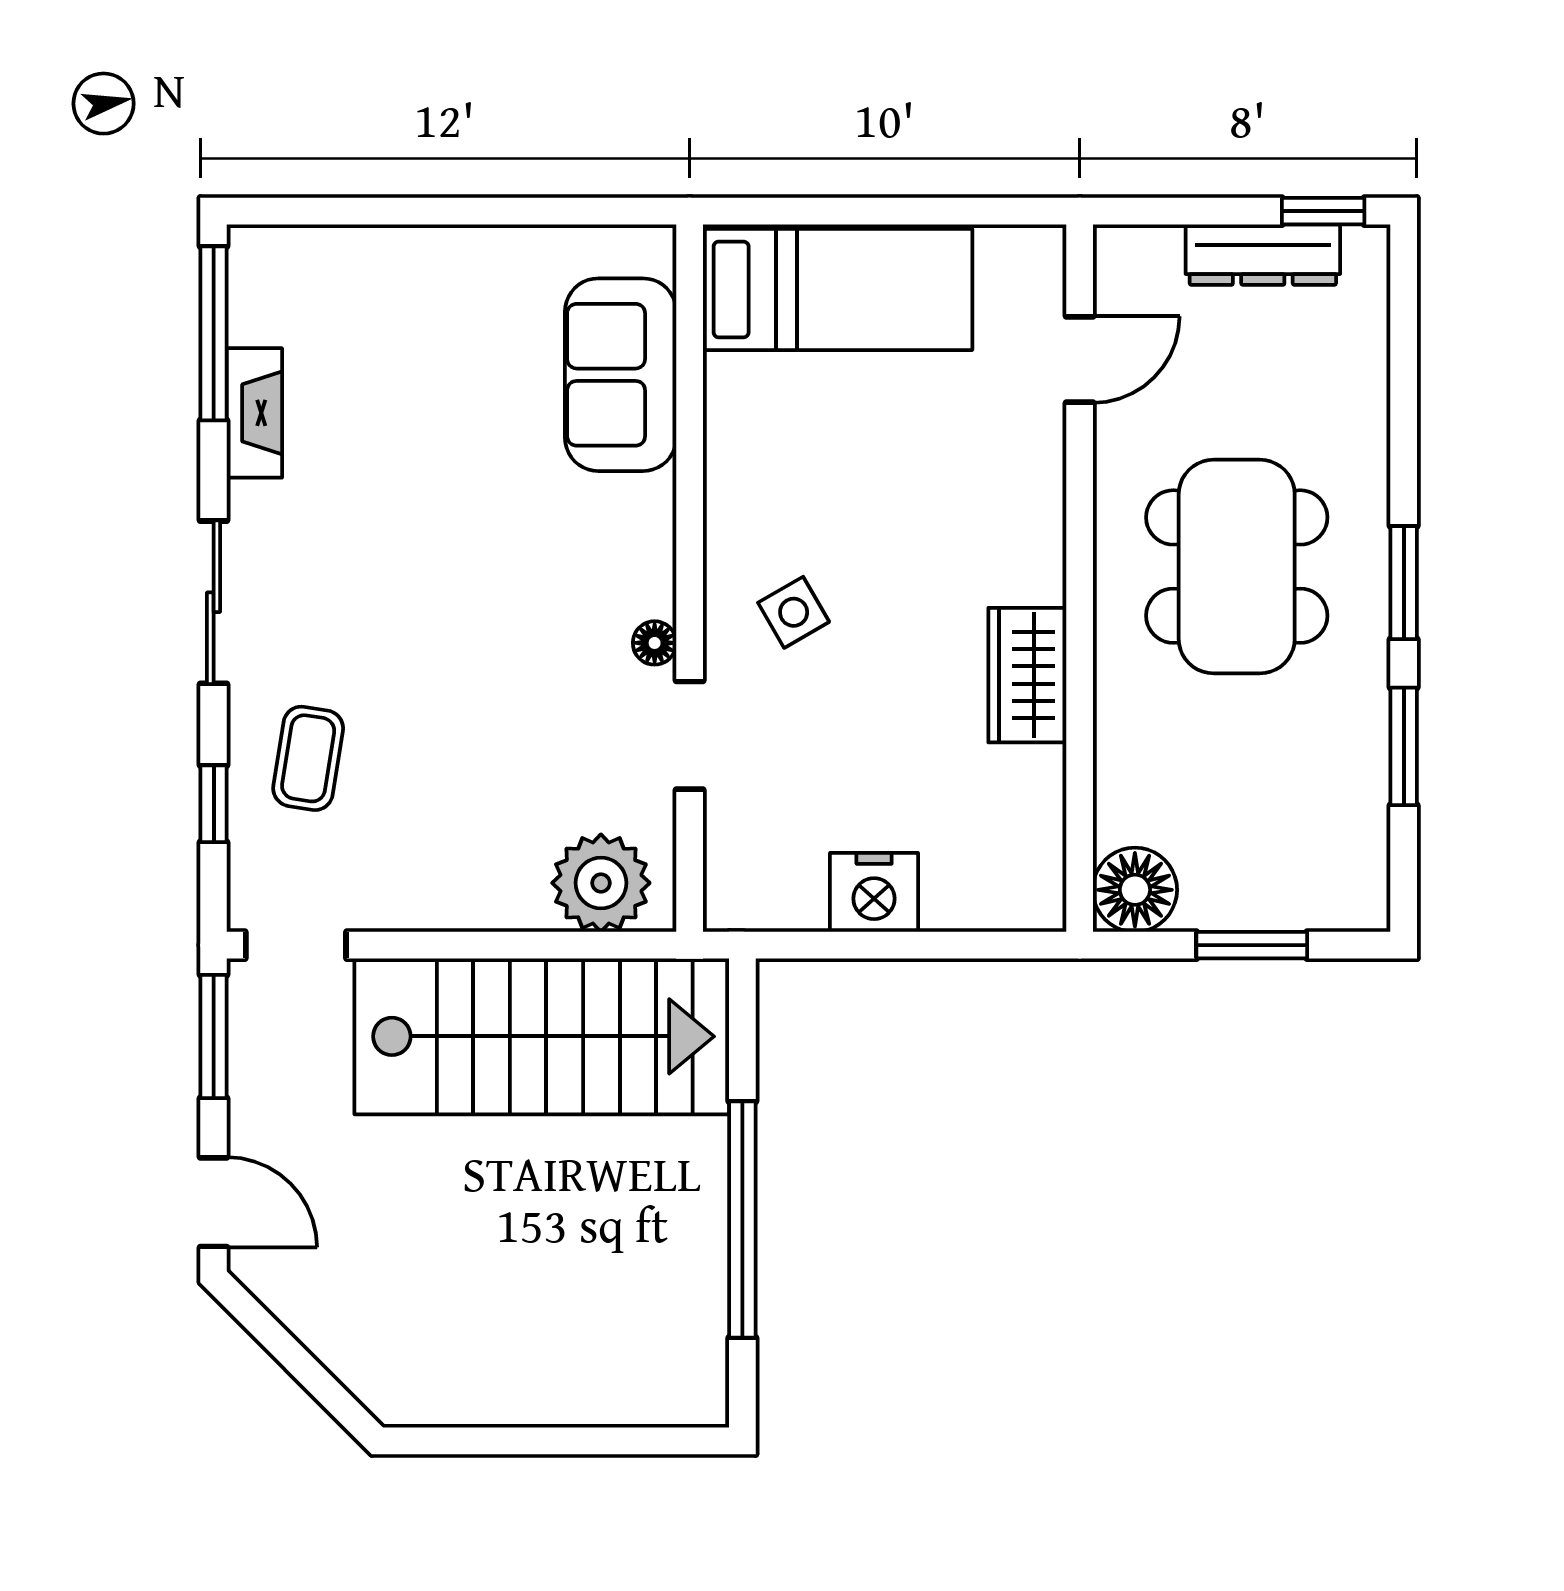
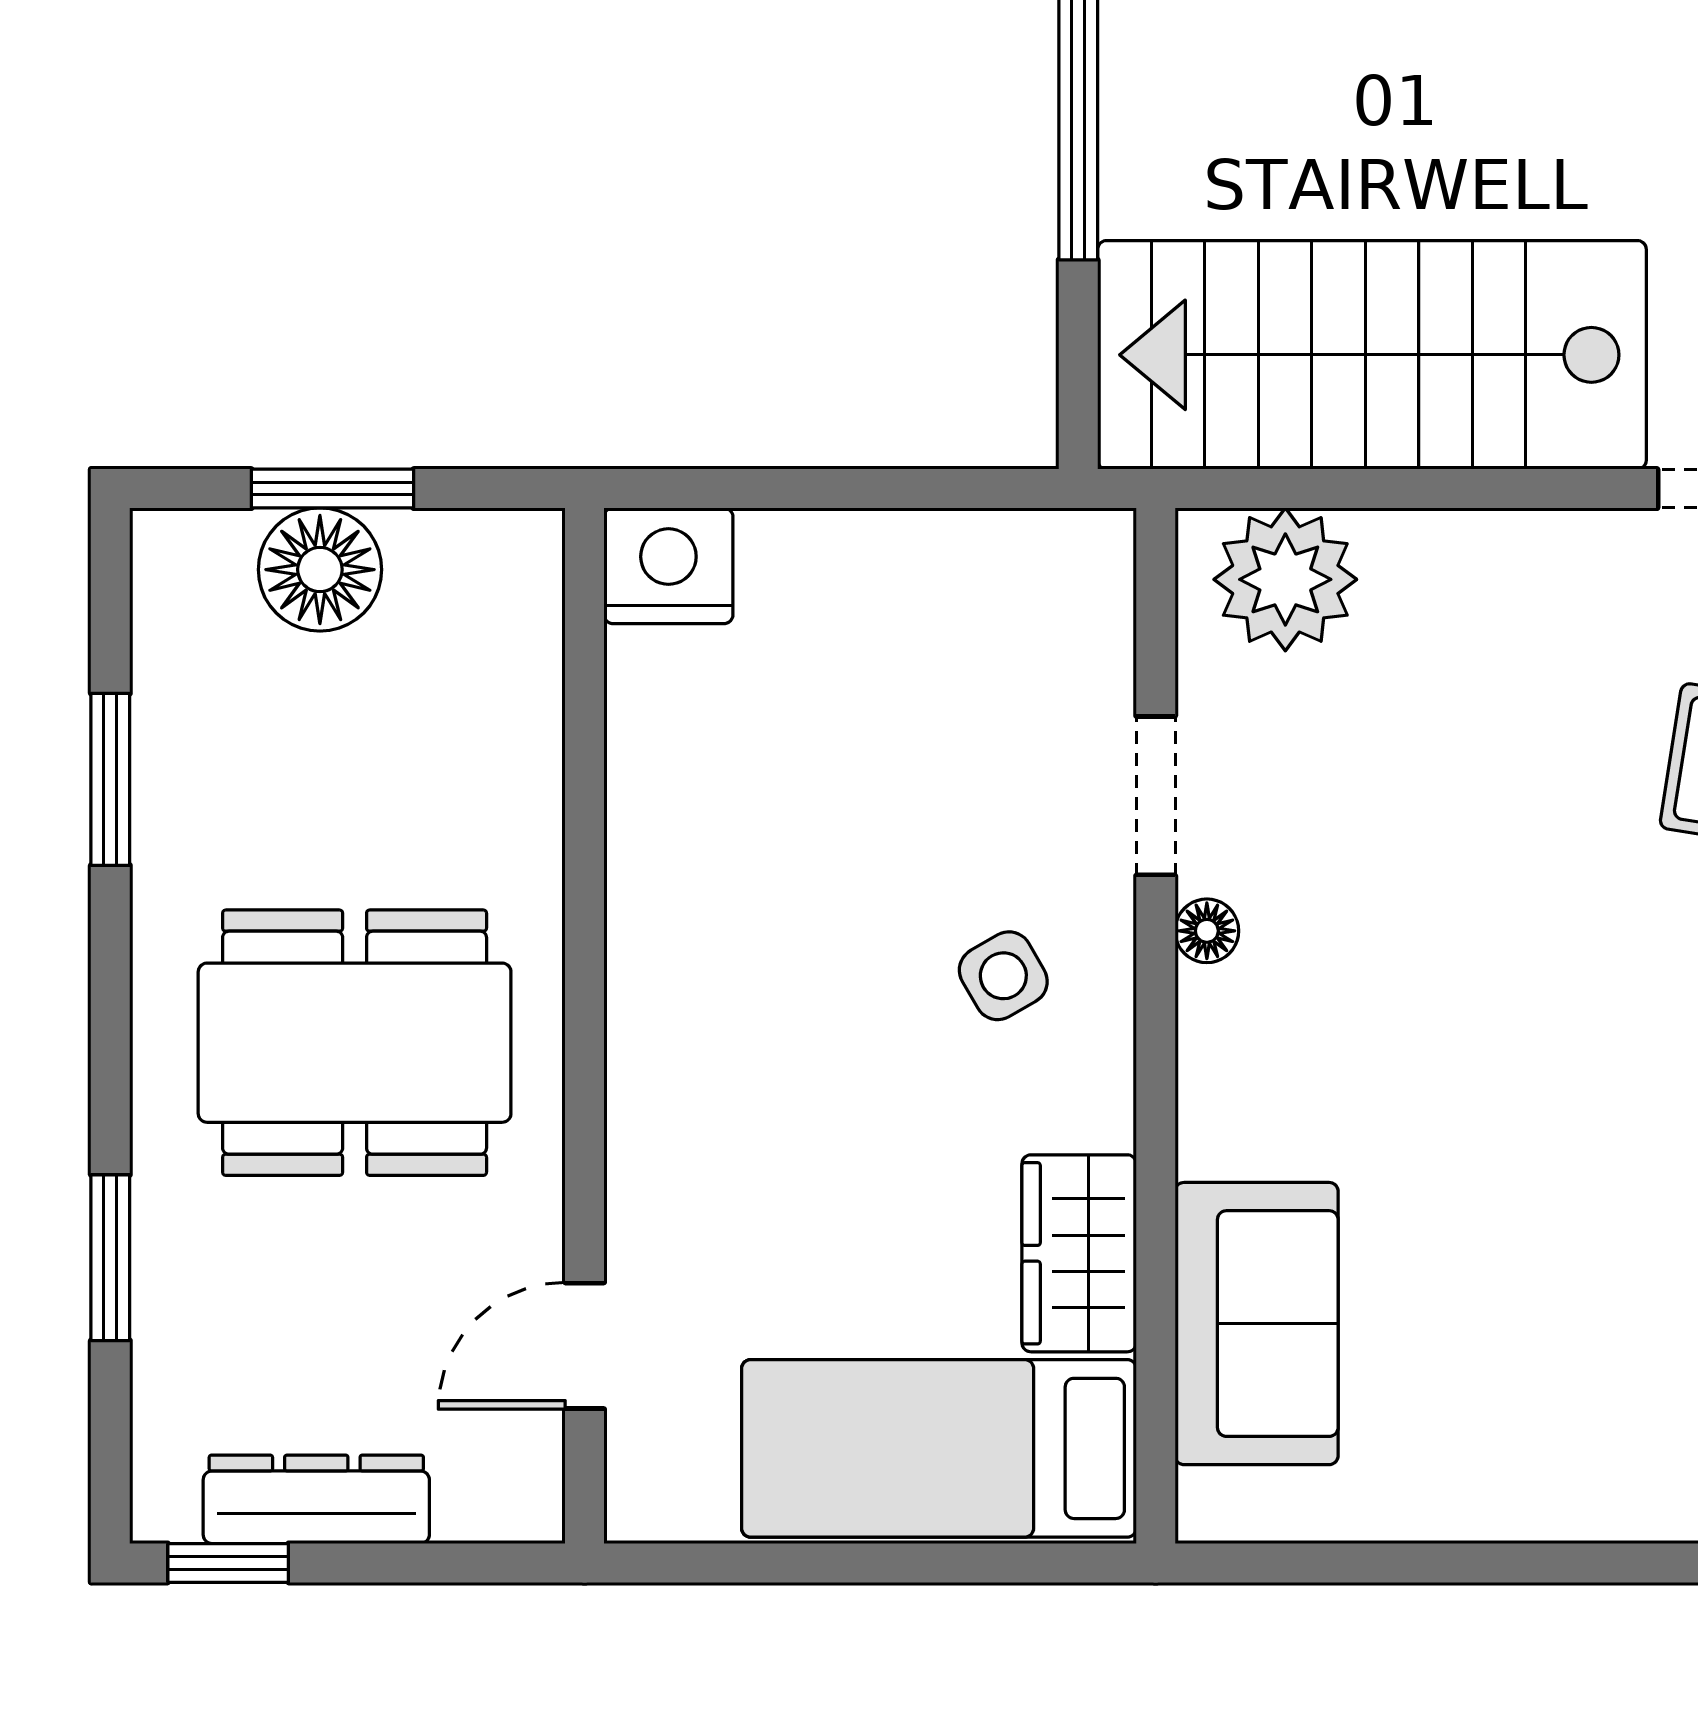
dining table: (1237, 567) -> (355, 1043), turned 90
window: (1404, 583) -> (110, 1258), moved
wardrobe: (1027, 675) -> (1079, 1253), moved, turned 180
floor lamp: (1135, 890) -> (320, 570), moved
nightstand: (874, 892) -> (668, 566), moved

